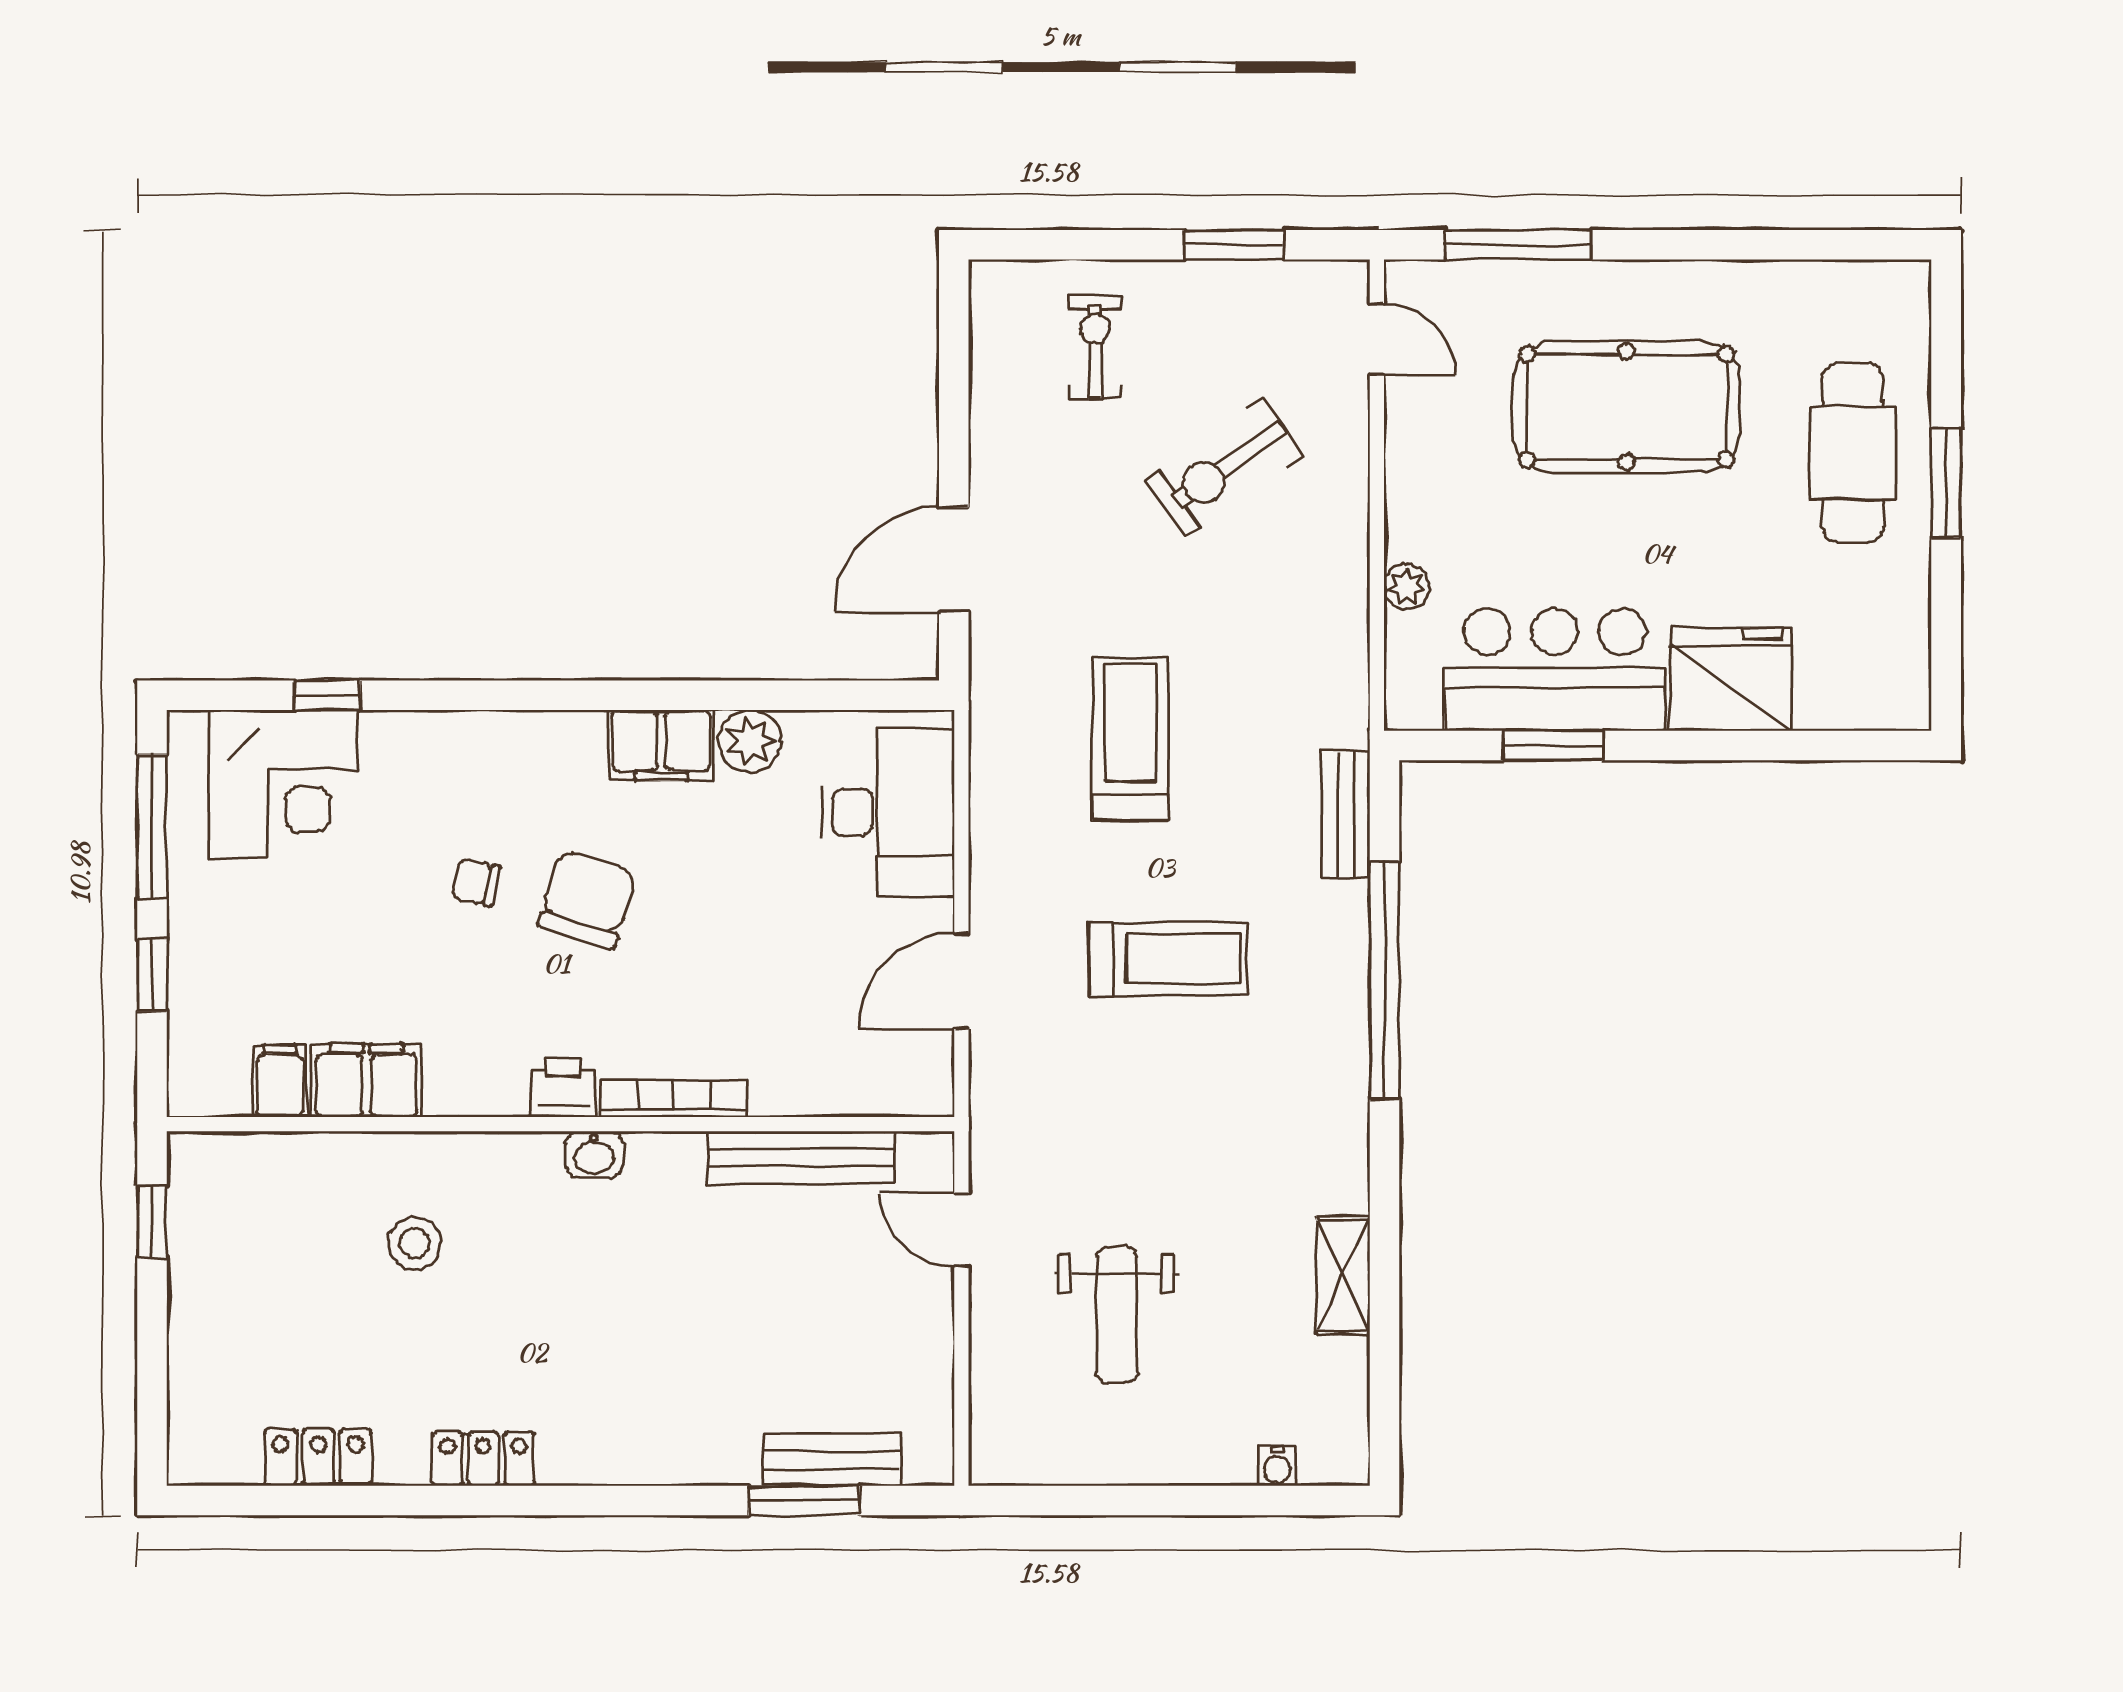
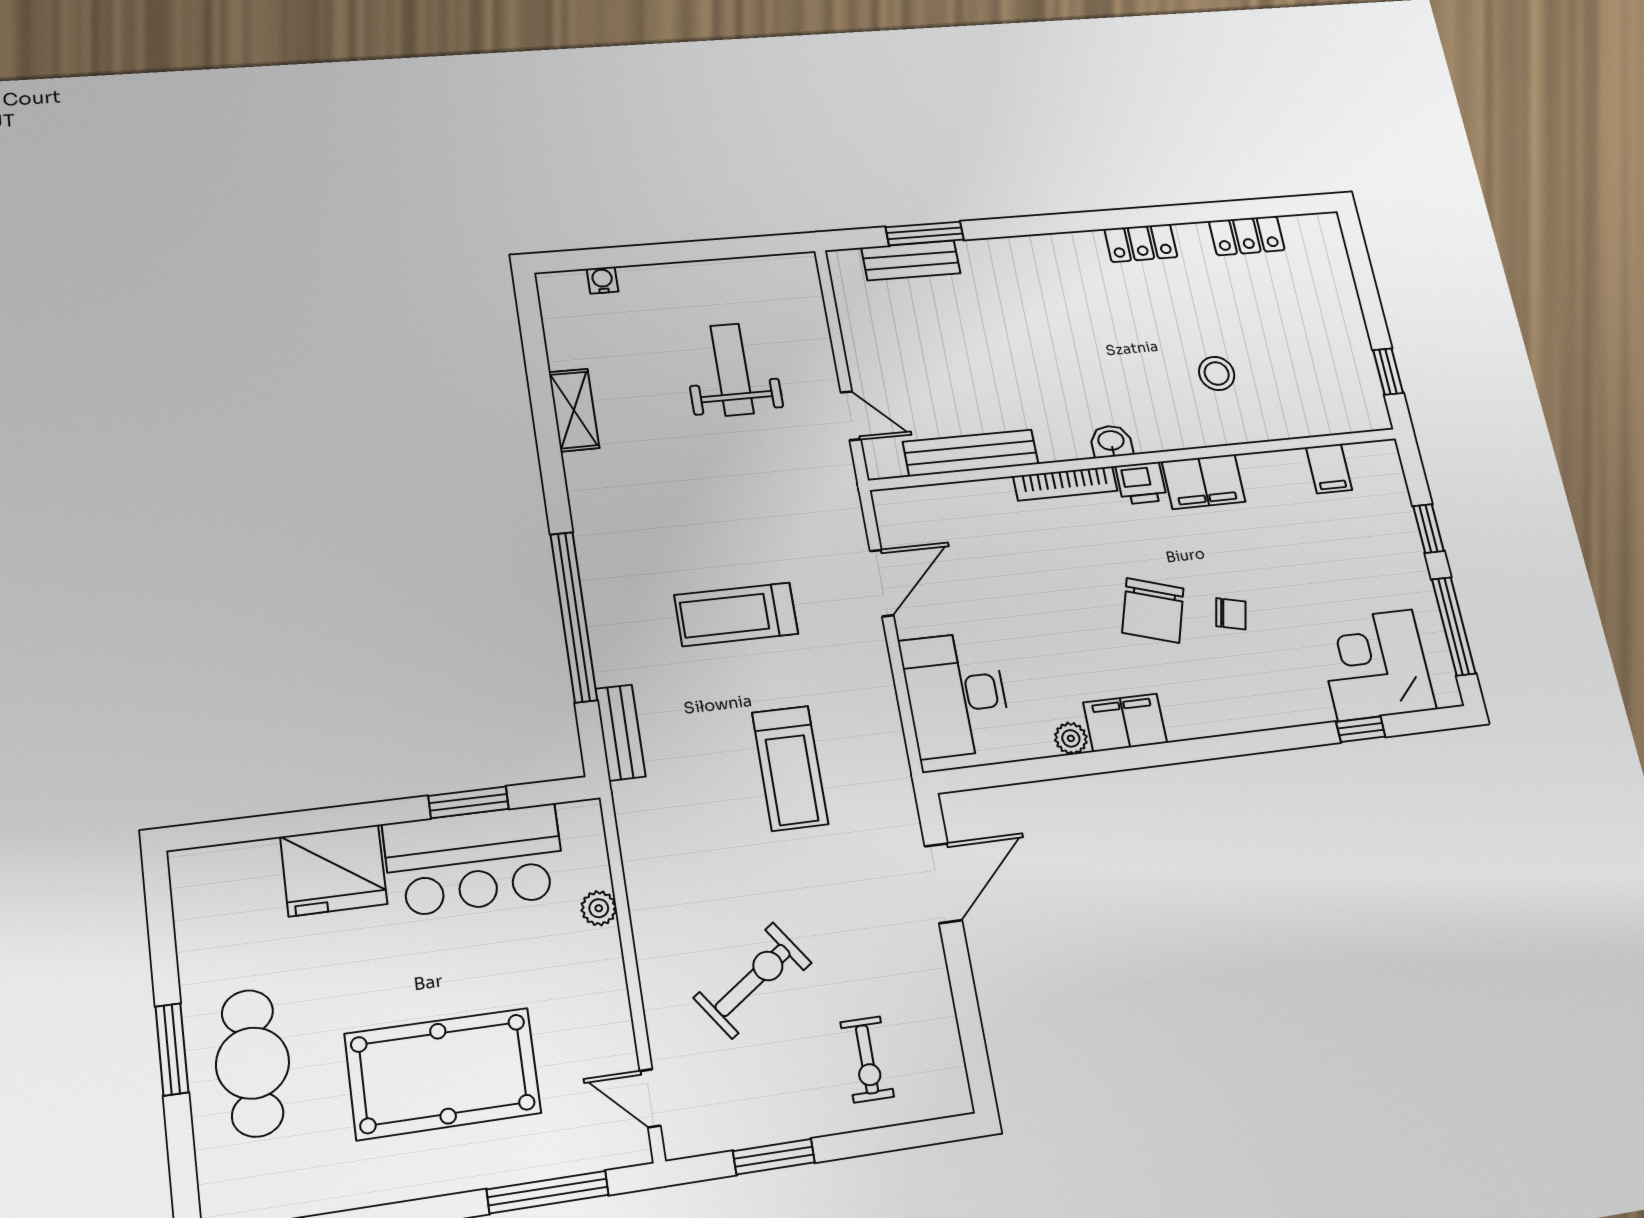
plant: (750, 741) -> (1071, 738), width x0.73, depth x0.73
filing cabinet: (366, 1081) -> (1204, 482), moved

